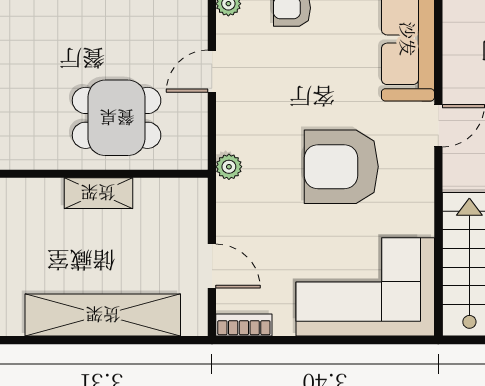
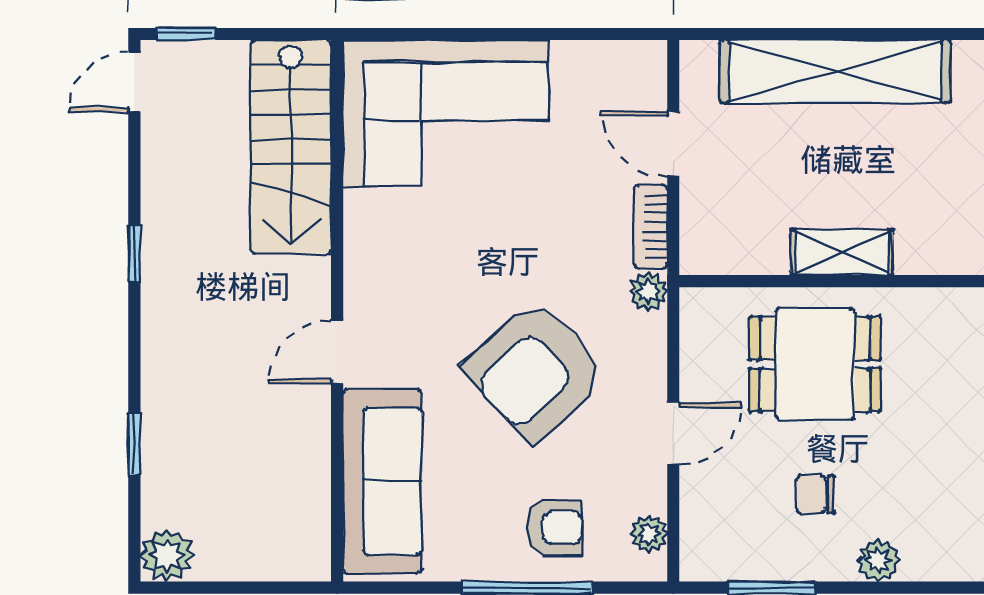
chair: (116, 30) -> (815, 494), added
armchair: (341, 167) -> (536, 370), moved, turned 137
bookcase: (244, 325) -> (651, 227), moved, turned 90

